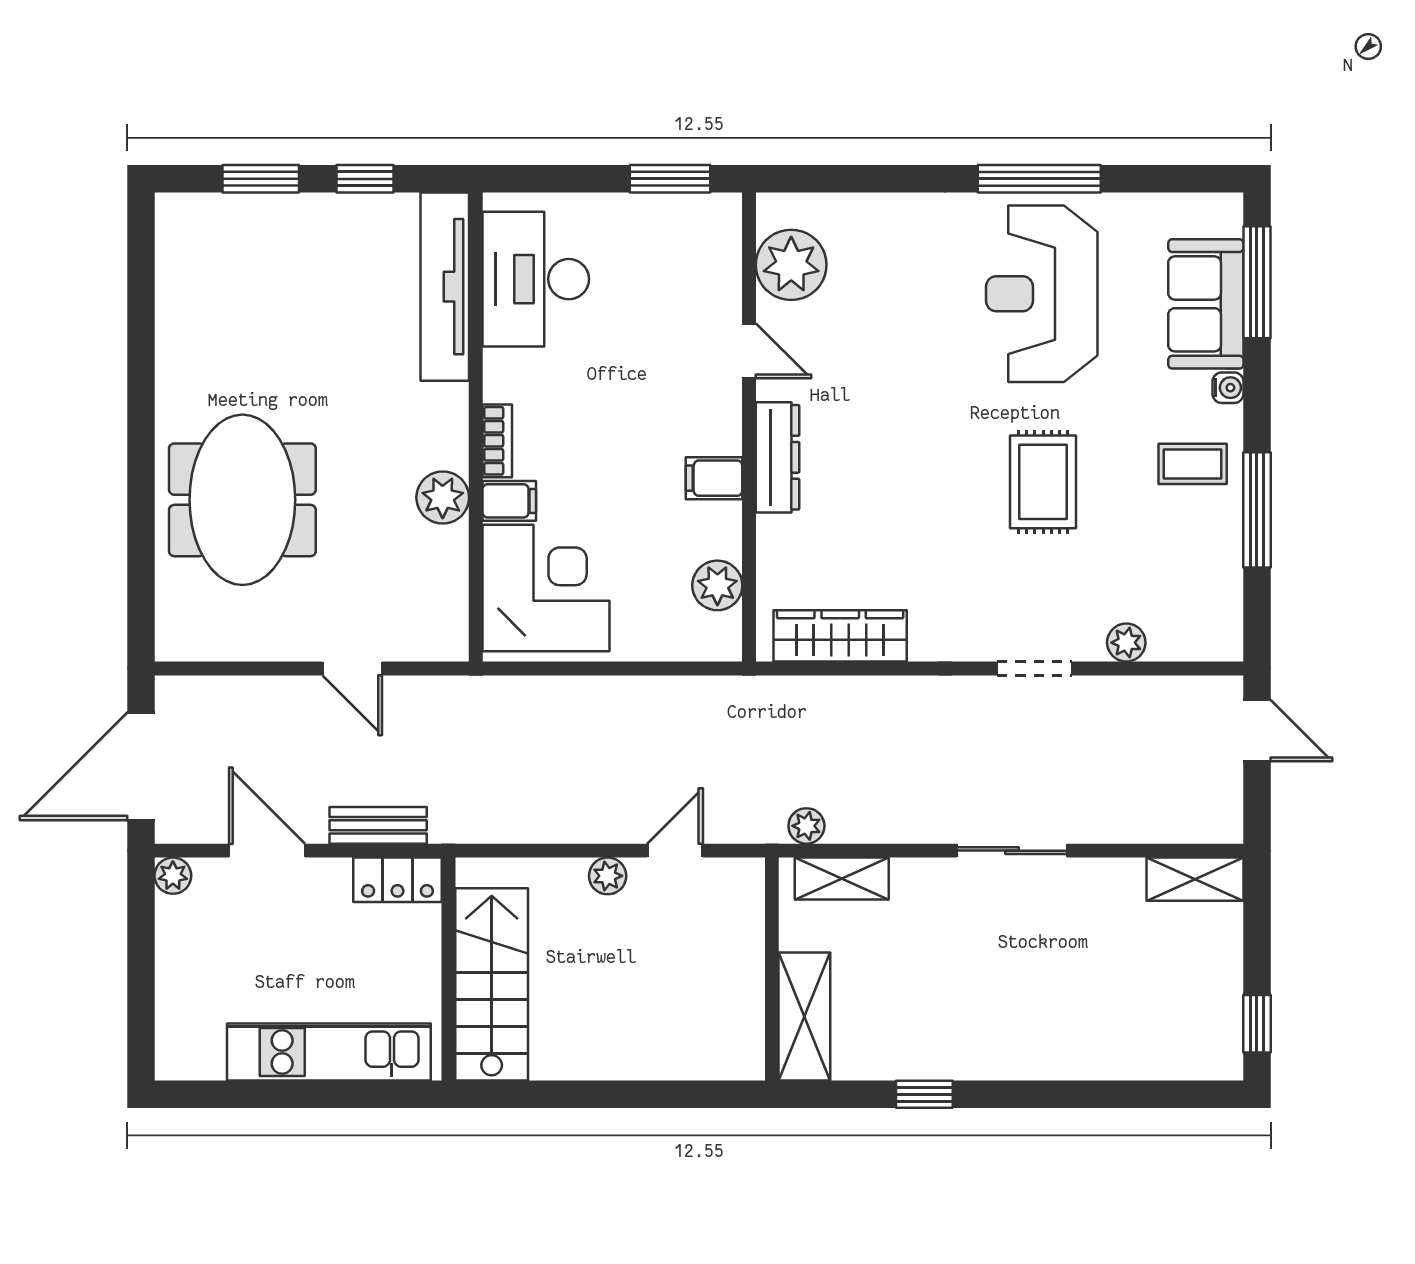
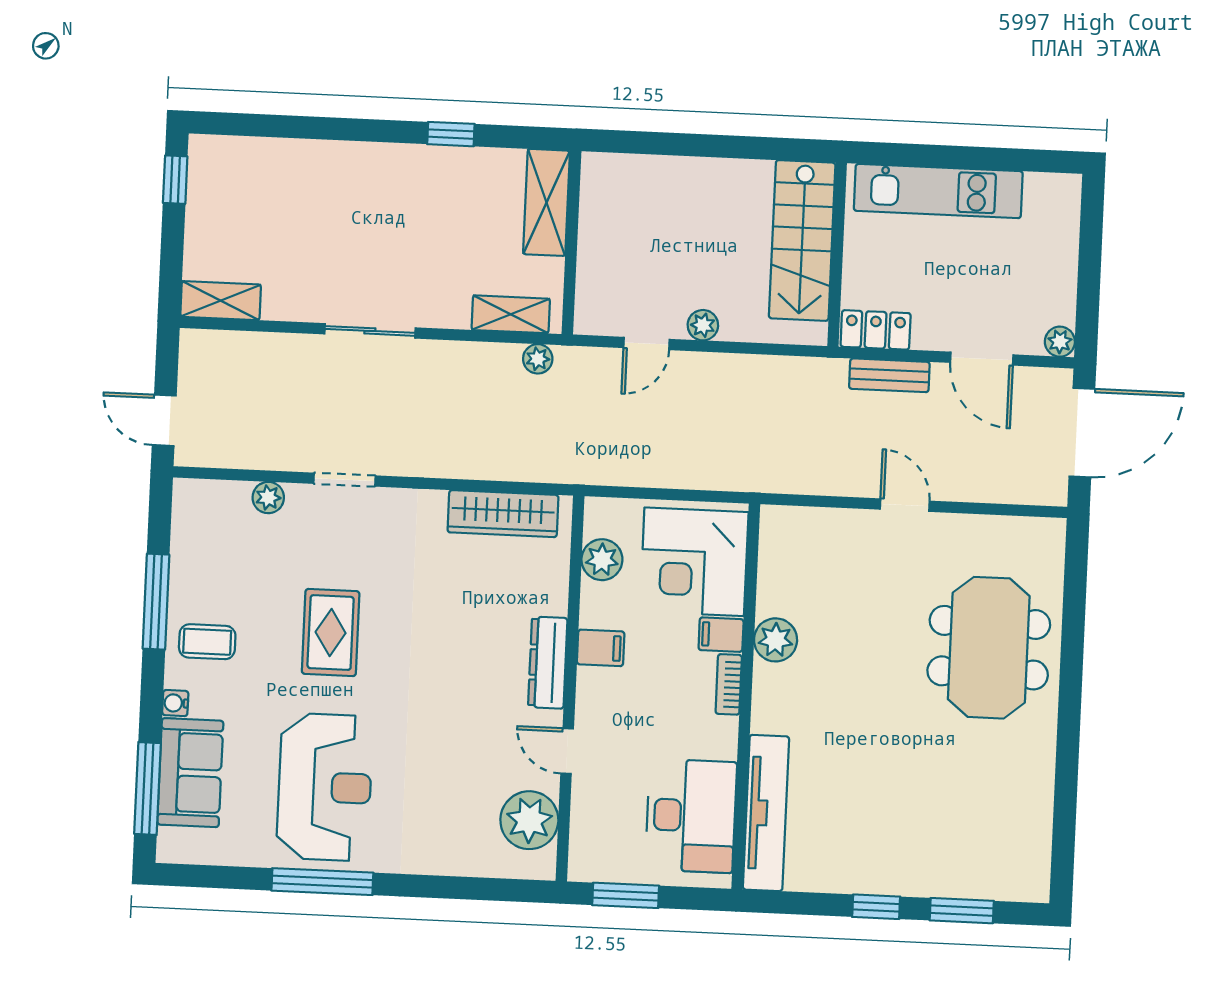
desk: (536, 279) -> (691, 816), moved
tv unit: (445, 287) -> (766, 813), moved
wall: (476, 427) -> (746, 697), moved
bookcase: (497, 441) -> (729, 684), moved
plant: (443, 498) -> (776, 640), moved
filing cabinet: (509, 501) -> (721, 635), moved
corner desk: (546, 588) -> (694, 562), moved

